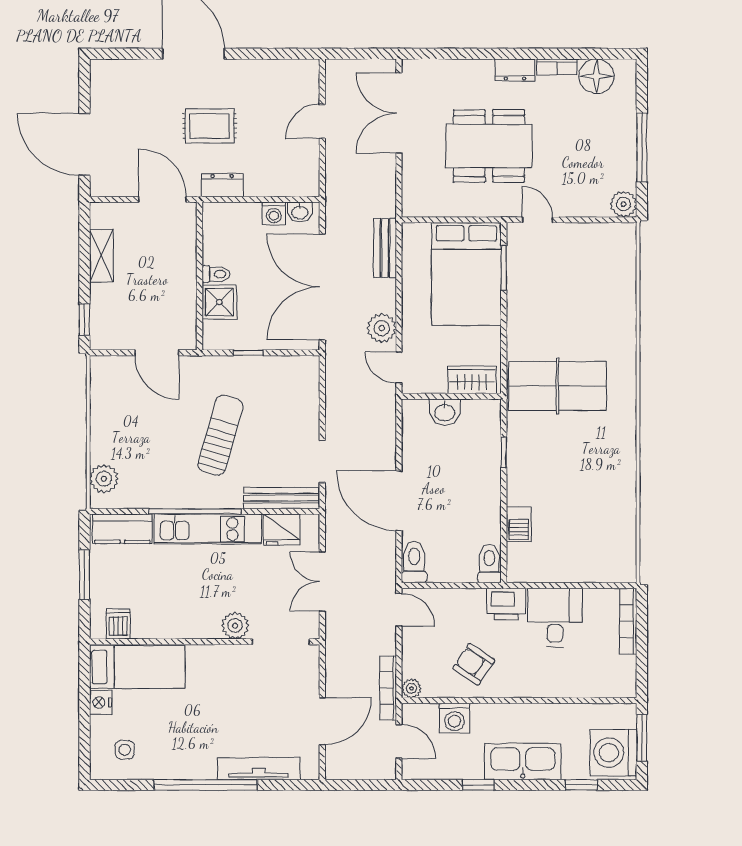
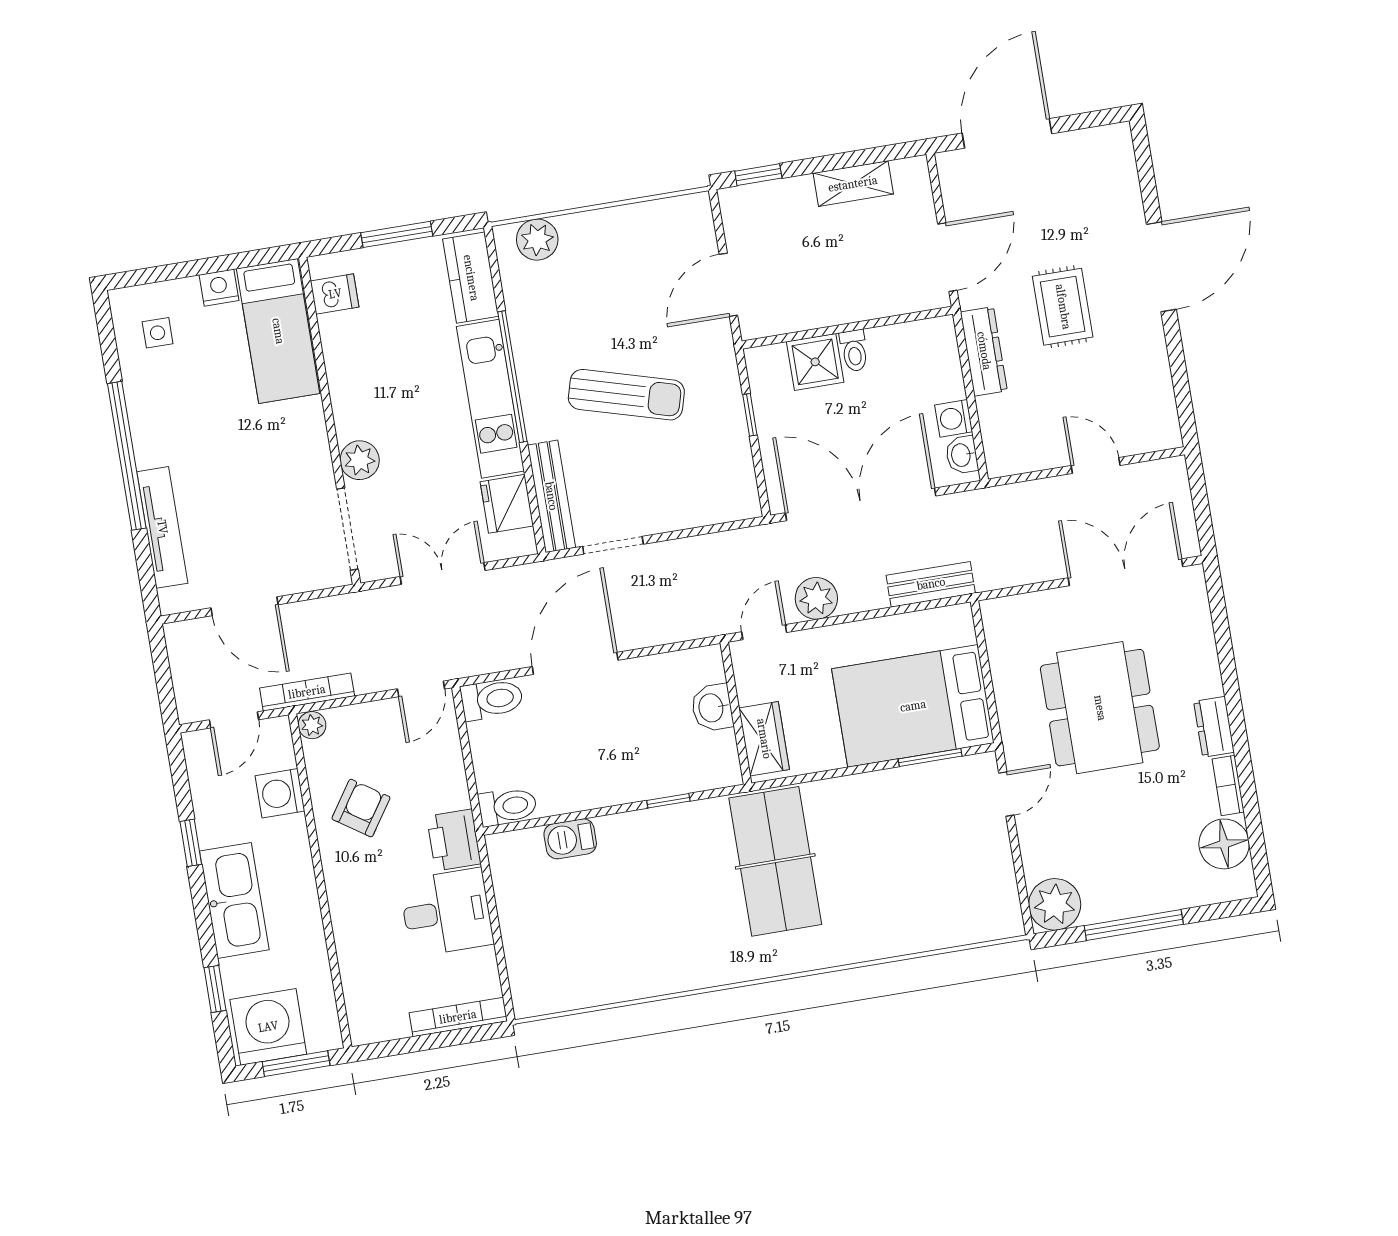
dresser: (222, 185) -> (984, 351), width x1.44
plant: (623, 204) -> (1055, 904), width x1.36, depth x1.36

